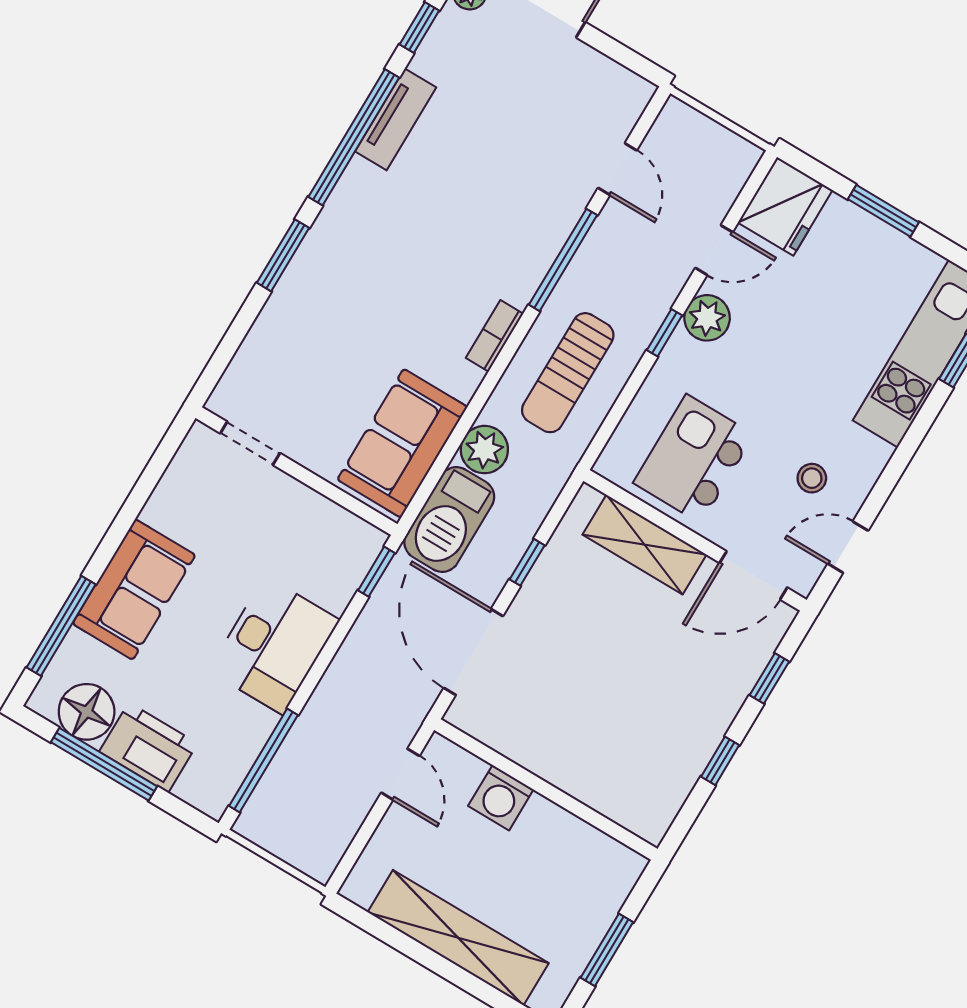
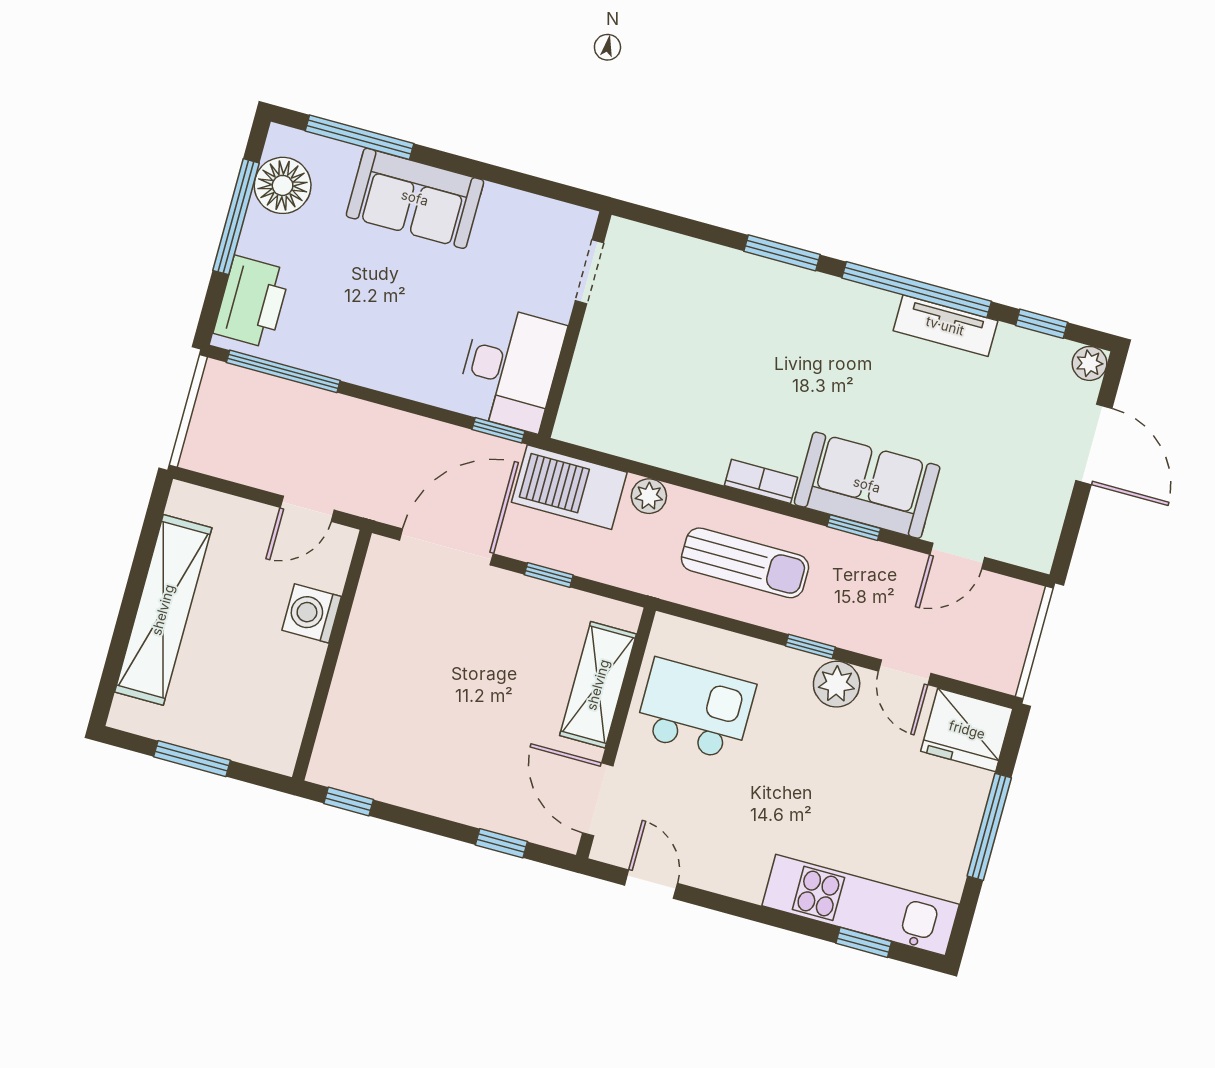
window: (883, 211) -> (989, 827), width x1.44
window: (563, 260) -> (854, 528), width x0.46
sun lounger: (568, 373) -> (745, 563), turned 180
sofa: (402, 443) -> (867, 485), moved
plant: (484, 450) -> (649, 496), width x0.73, depth x0.73
stool: (812, 478) -> (709, 830), removed
desk: (274, 645) -> (510, 368), moved, turned -90
printer: (148, 748) -> (252, 302), moved
window: (720, 761) -> (349, 801), moved

